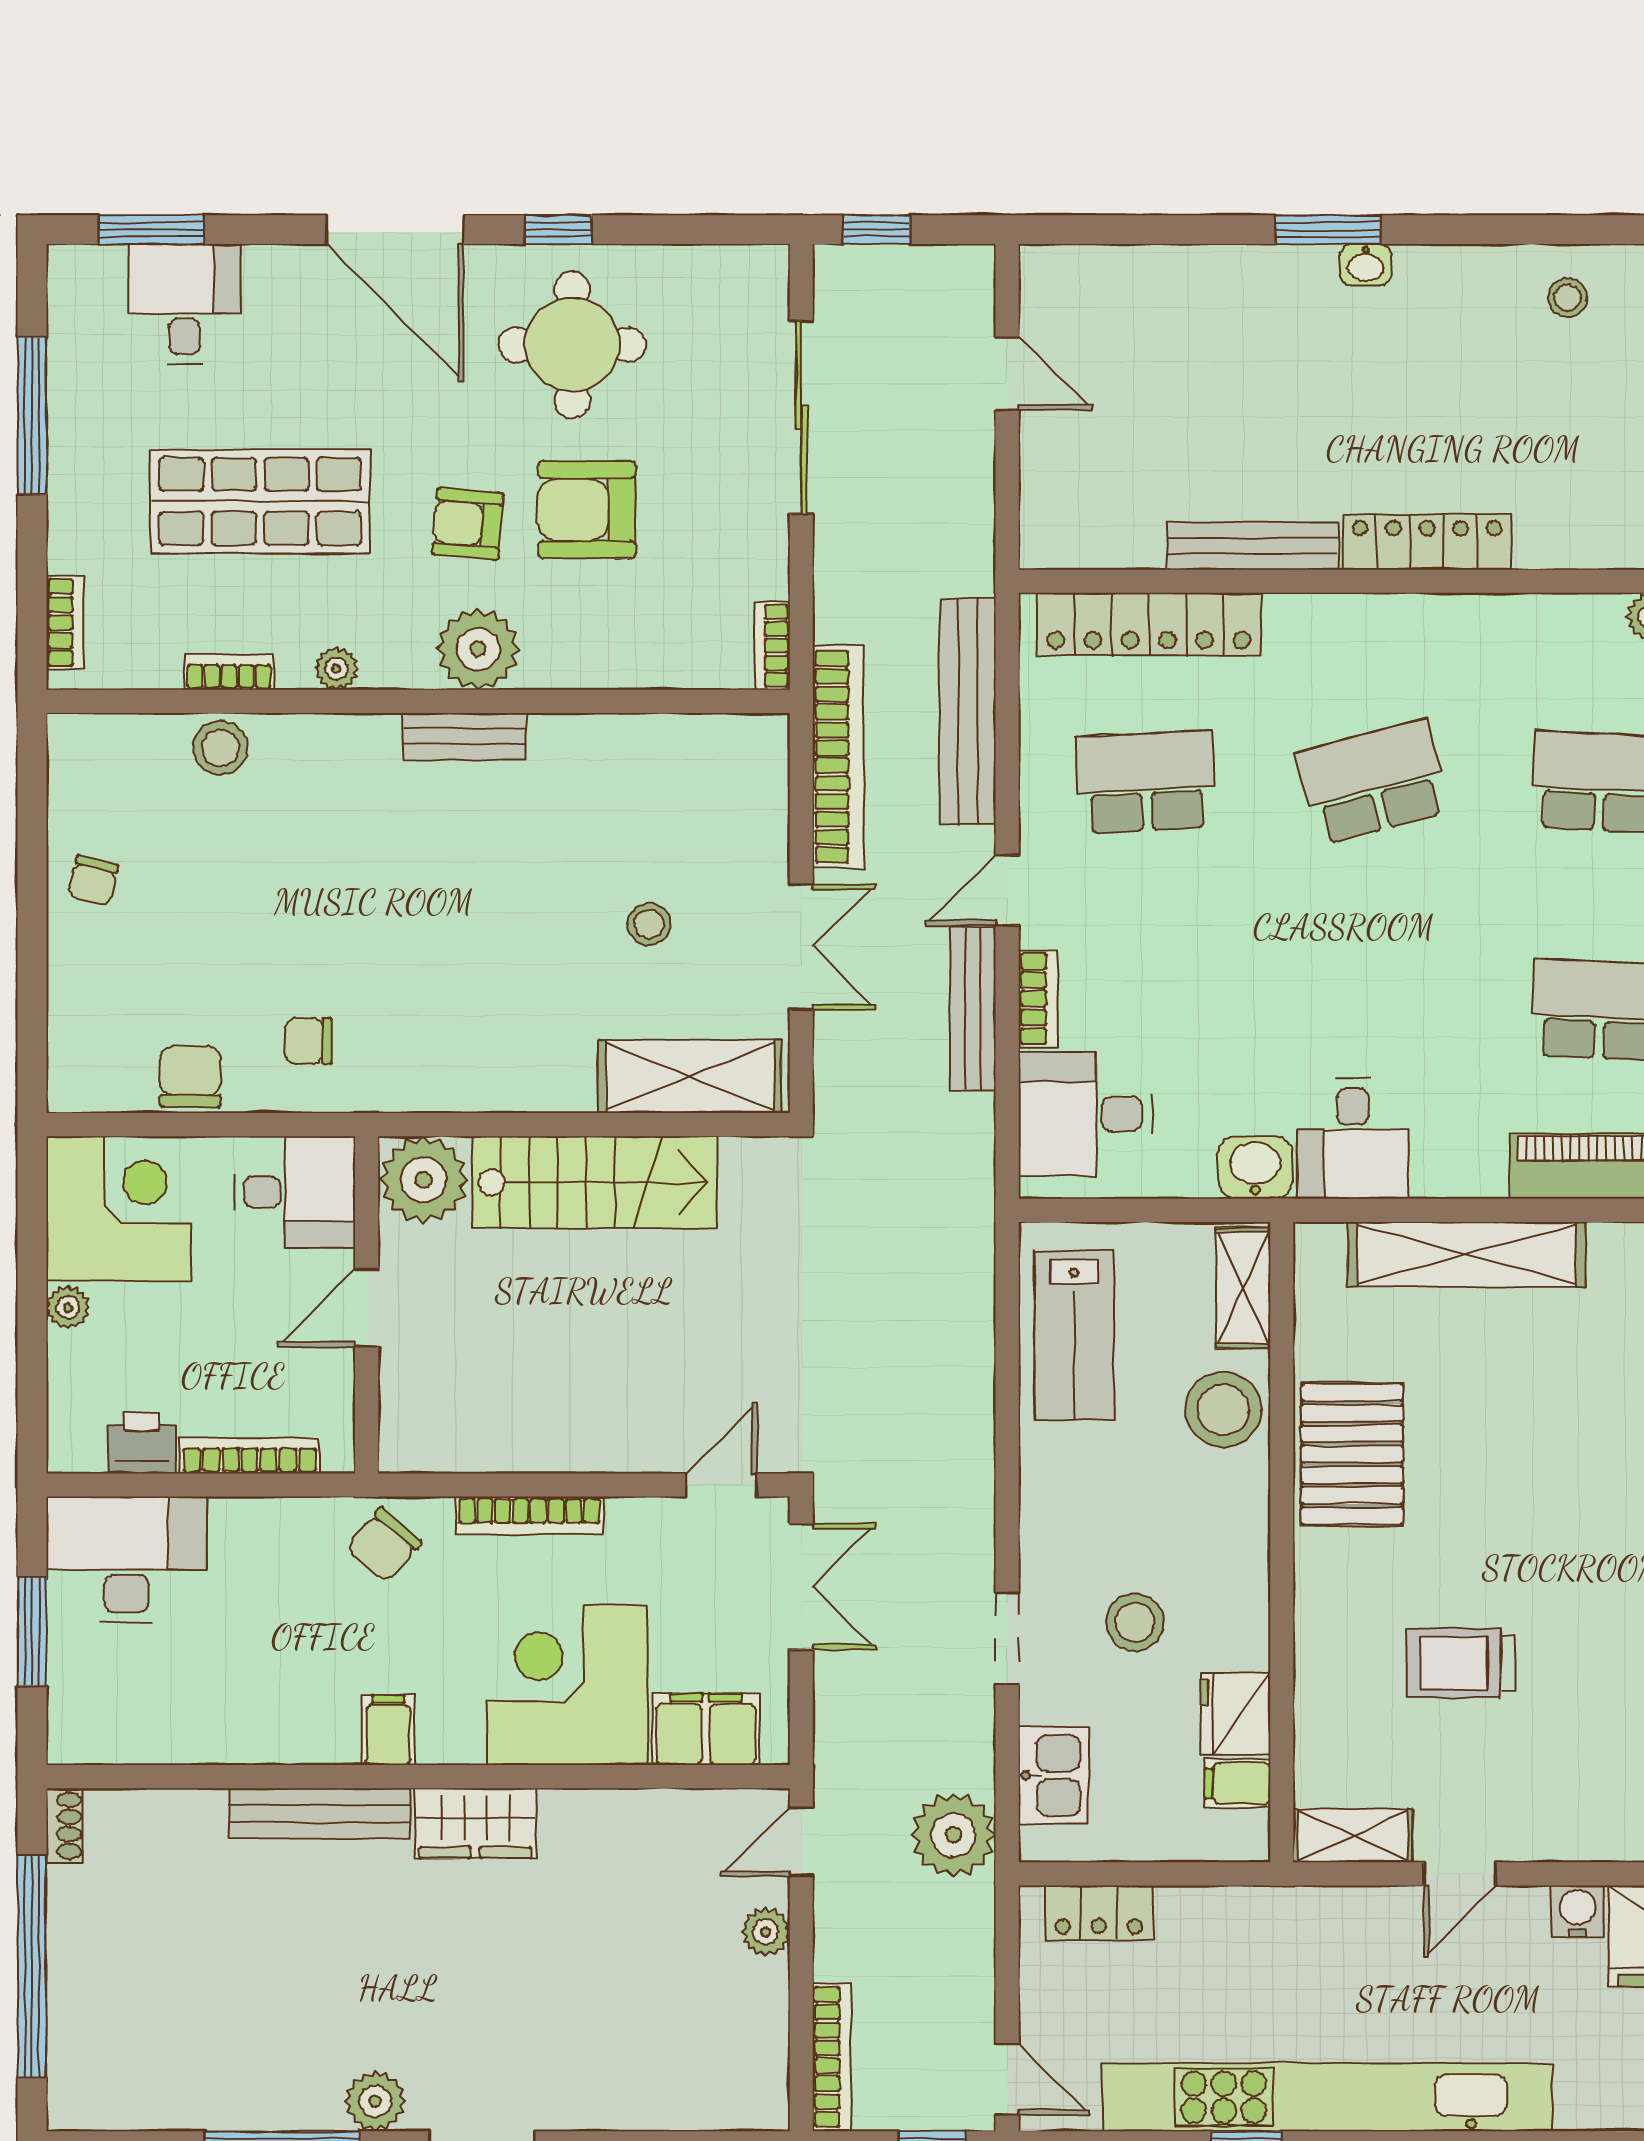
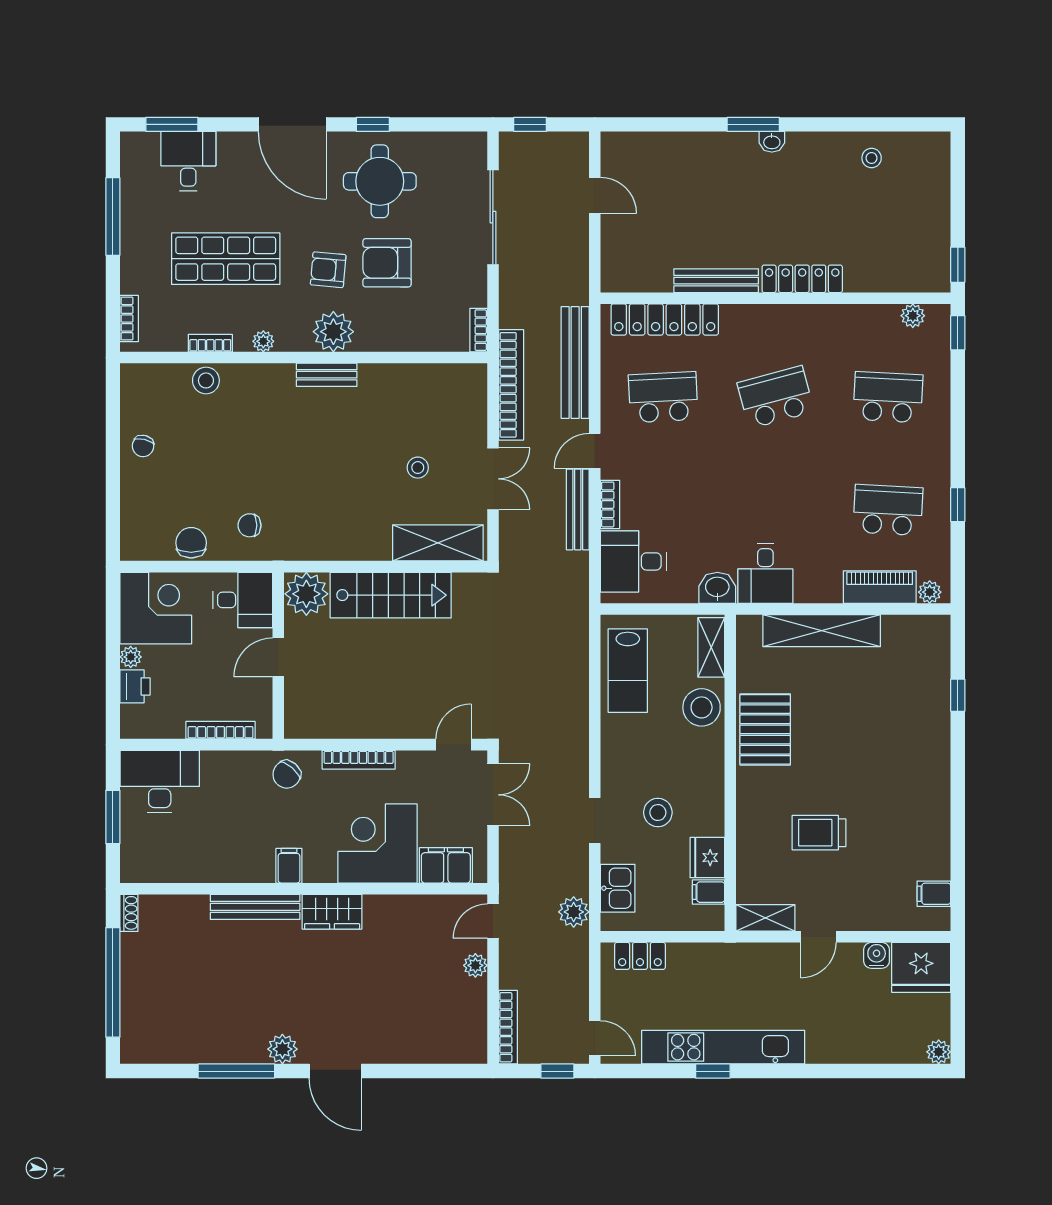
printer: (142, 1443) -> (135, 686), moved, turned 90
plant: (953, 1835) -> (574, 912), width x0.73, depth x0.73
kitchen unit: (1327, 2097) -> (723, 1047), width x0.73

